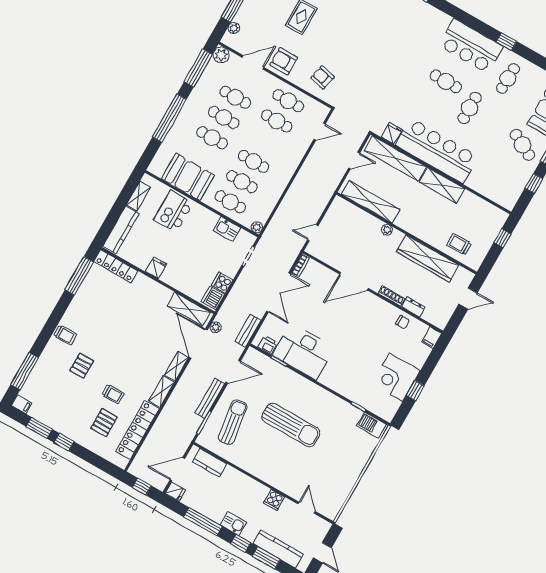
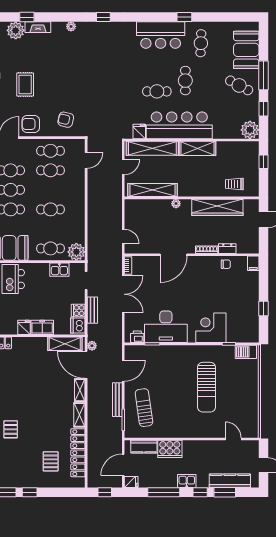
cafe table: (446, 81) -> (157, 91), moved
cafe table: (242, 182) -> (51, 229), removed
plant: (507, 197) -> (250, 130), added
plant: (257, 227) -> (76, 252), width x1.87, depth x1.87
door: (313, 233) -> (123, 236), swing flipped
freezer: (175, 279) -> (42, 327), added
bench: (248, 331) -> (92, 310), moved
corner desk: (396, 377) -> (211, 328), moved, turned 90
trolley: (113, 394) -> (45, 437), removed
sun lounger: (291, 425) -> (207, 387), moved, turned 90
cooker: (274, 500) -> (170, 449), moved, width x1.87, depth x1.31

